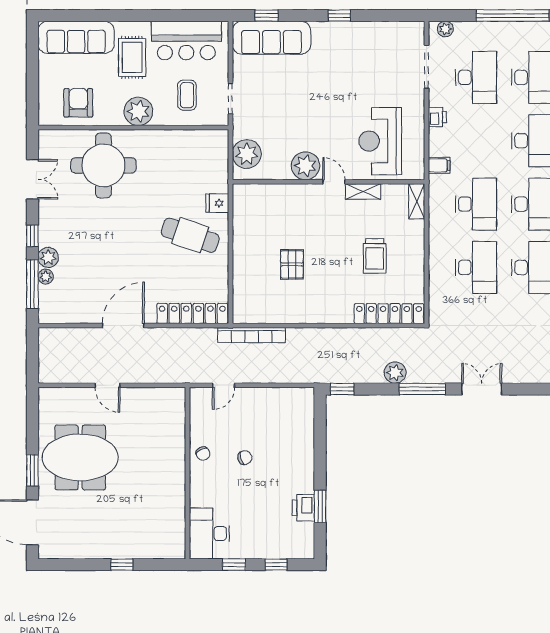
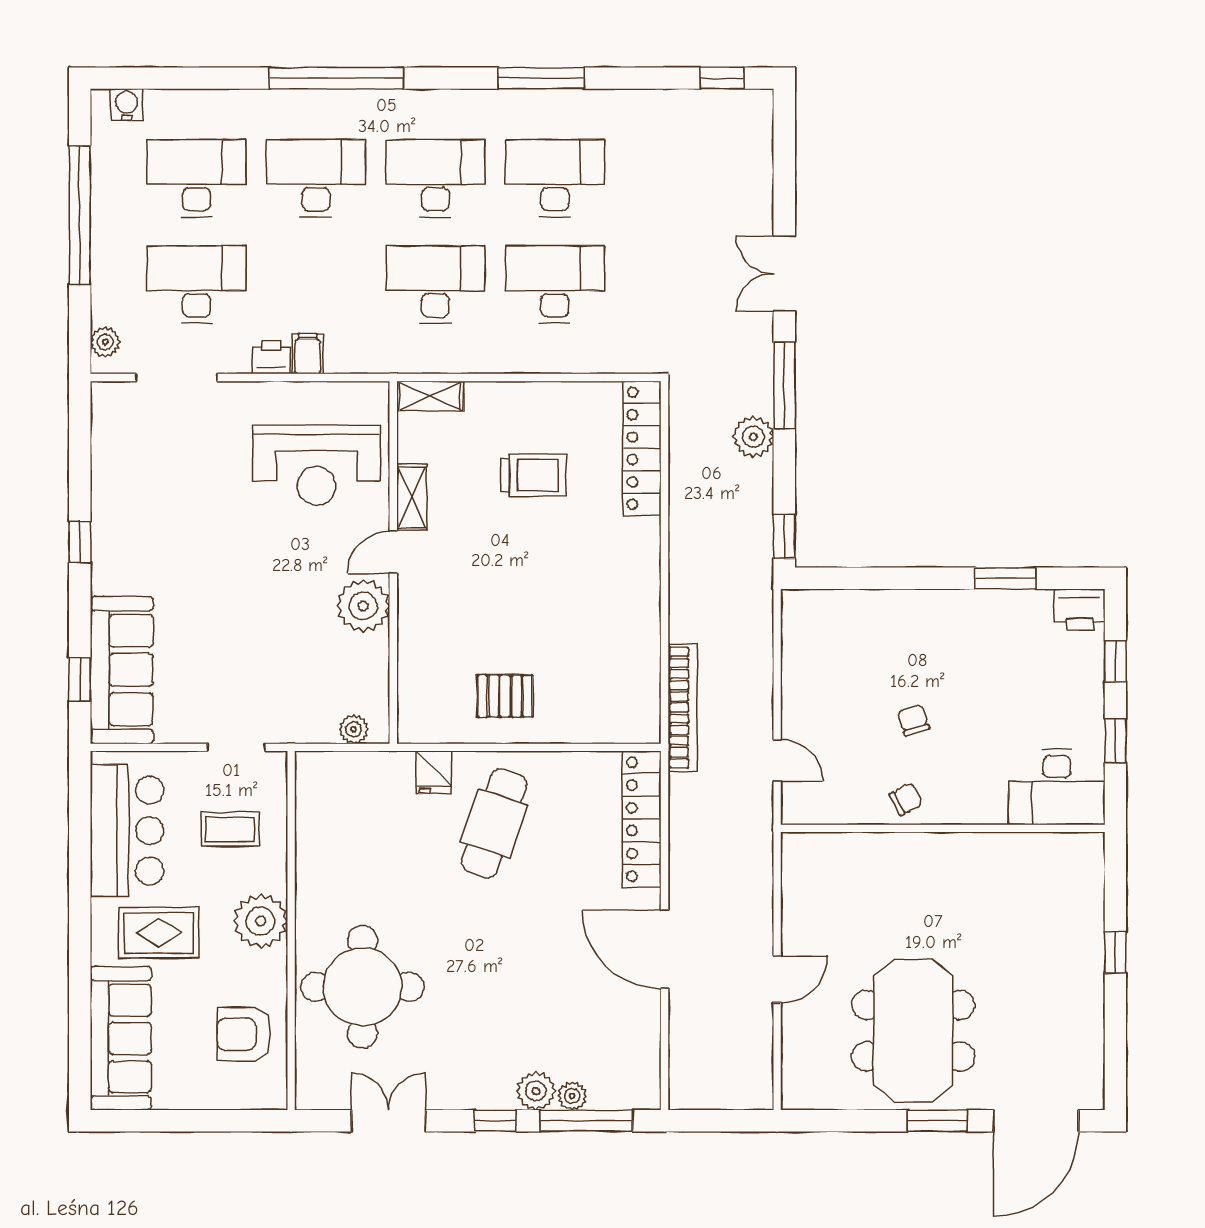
plant: (247, 154) -> (354, 729), width x0.53, depth x0.53
filing cabinet: (439, 165) -> (308, 354), moved
pallet: (292, 264) -> (505, 696), moved
printer: (303, 508) -> (1080, 610), moved

